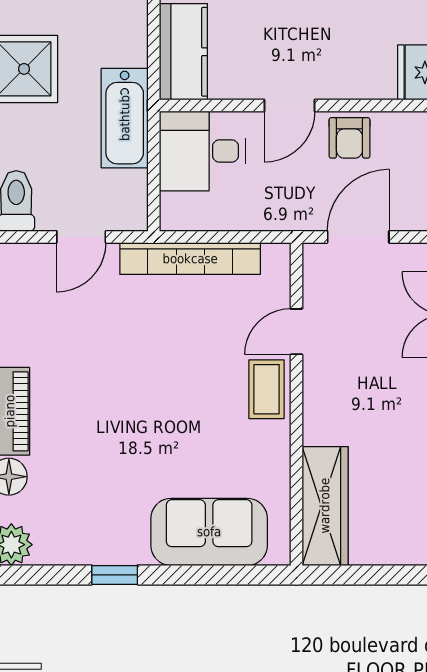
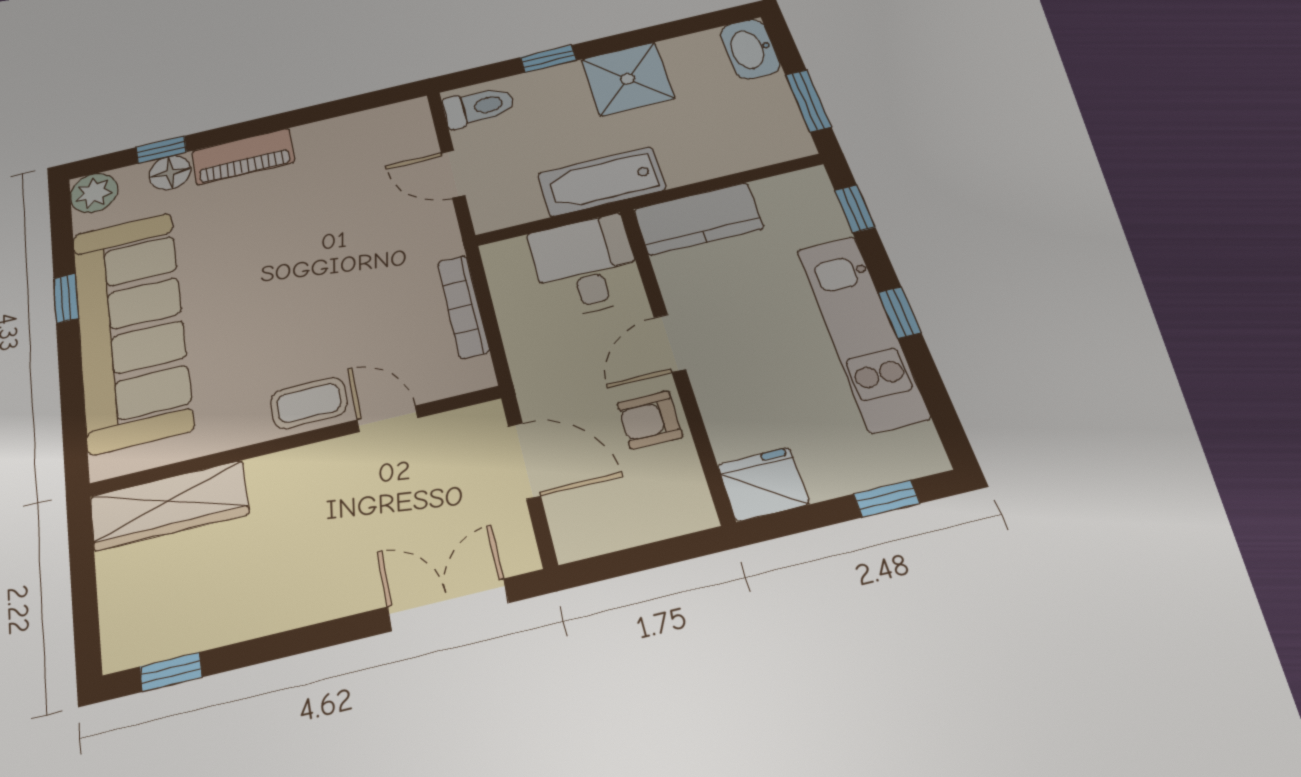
door: (290, 106) -> (670, 343), hinge flipped
bookcase: (190, 259) -> (463, 306), width x0.68, depth x0.76
sofa: (209, 532) -> (131, 329), width x1.85, depth x1.27

